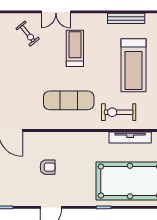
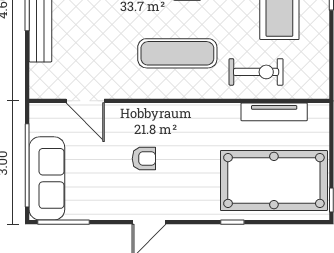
exercise bike: (119, 112) -> (256, 72), turned 180

